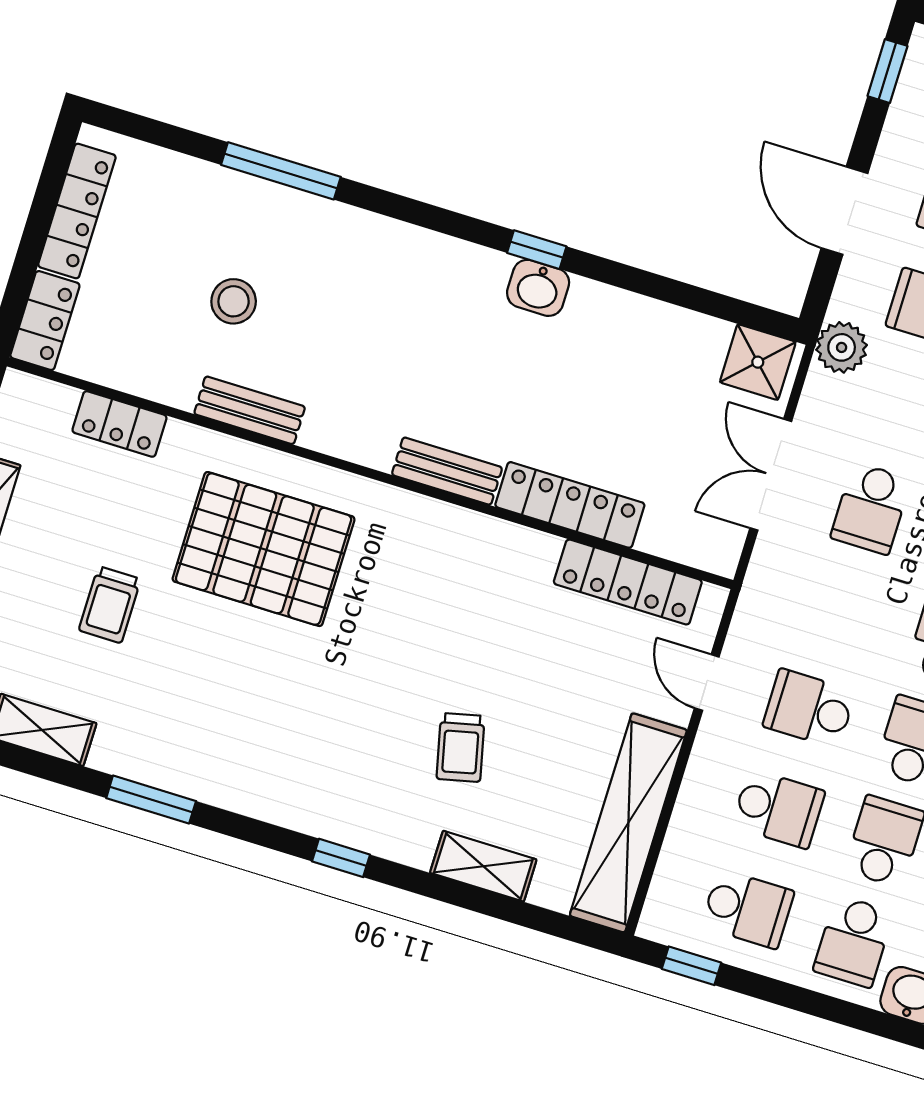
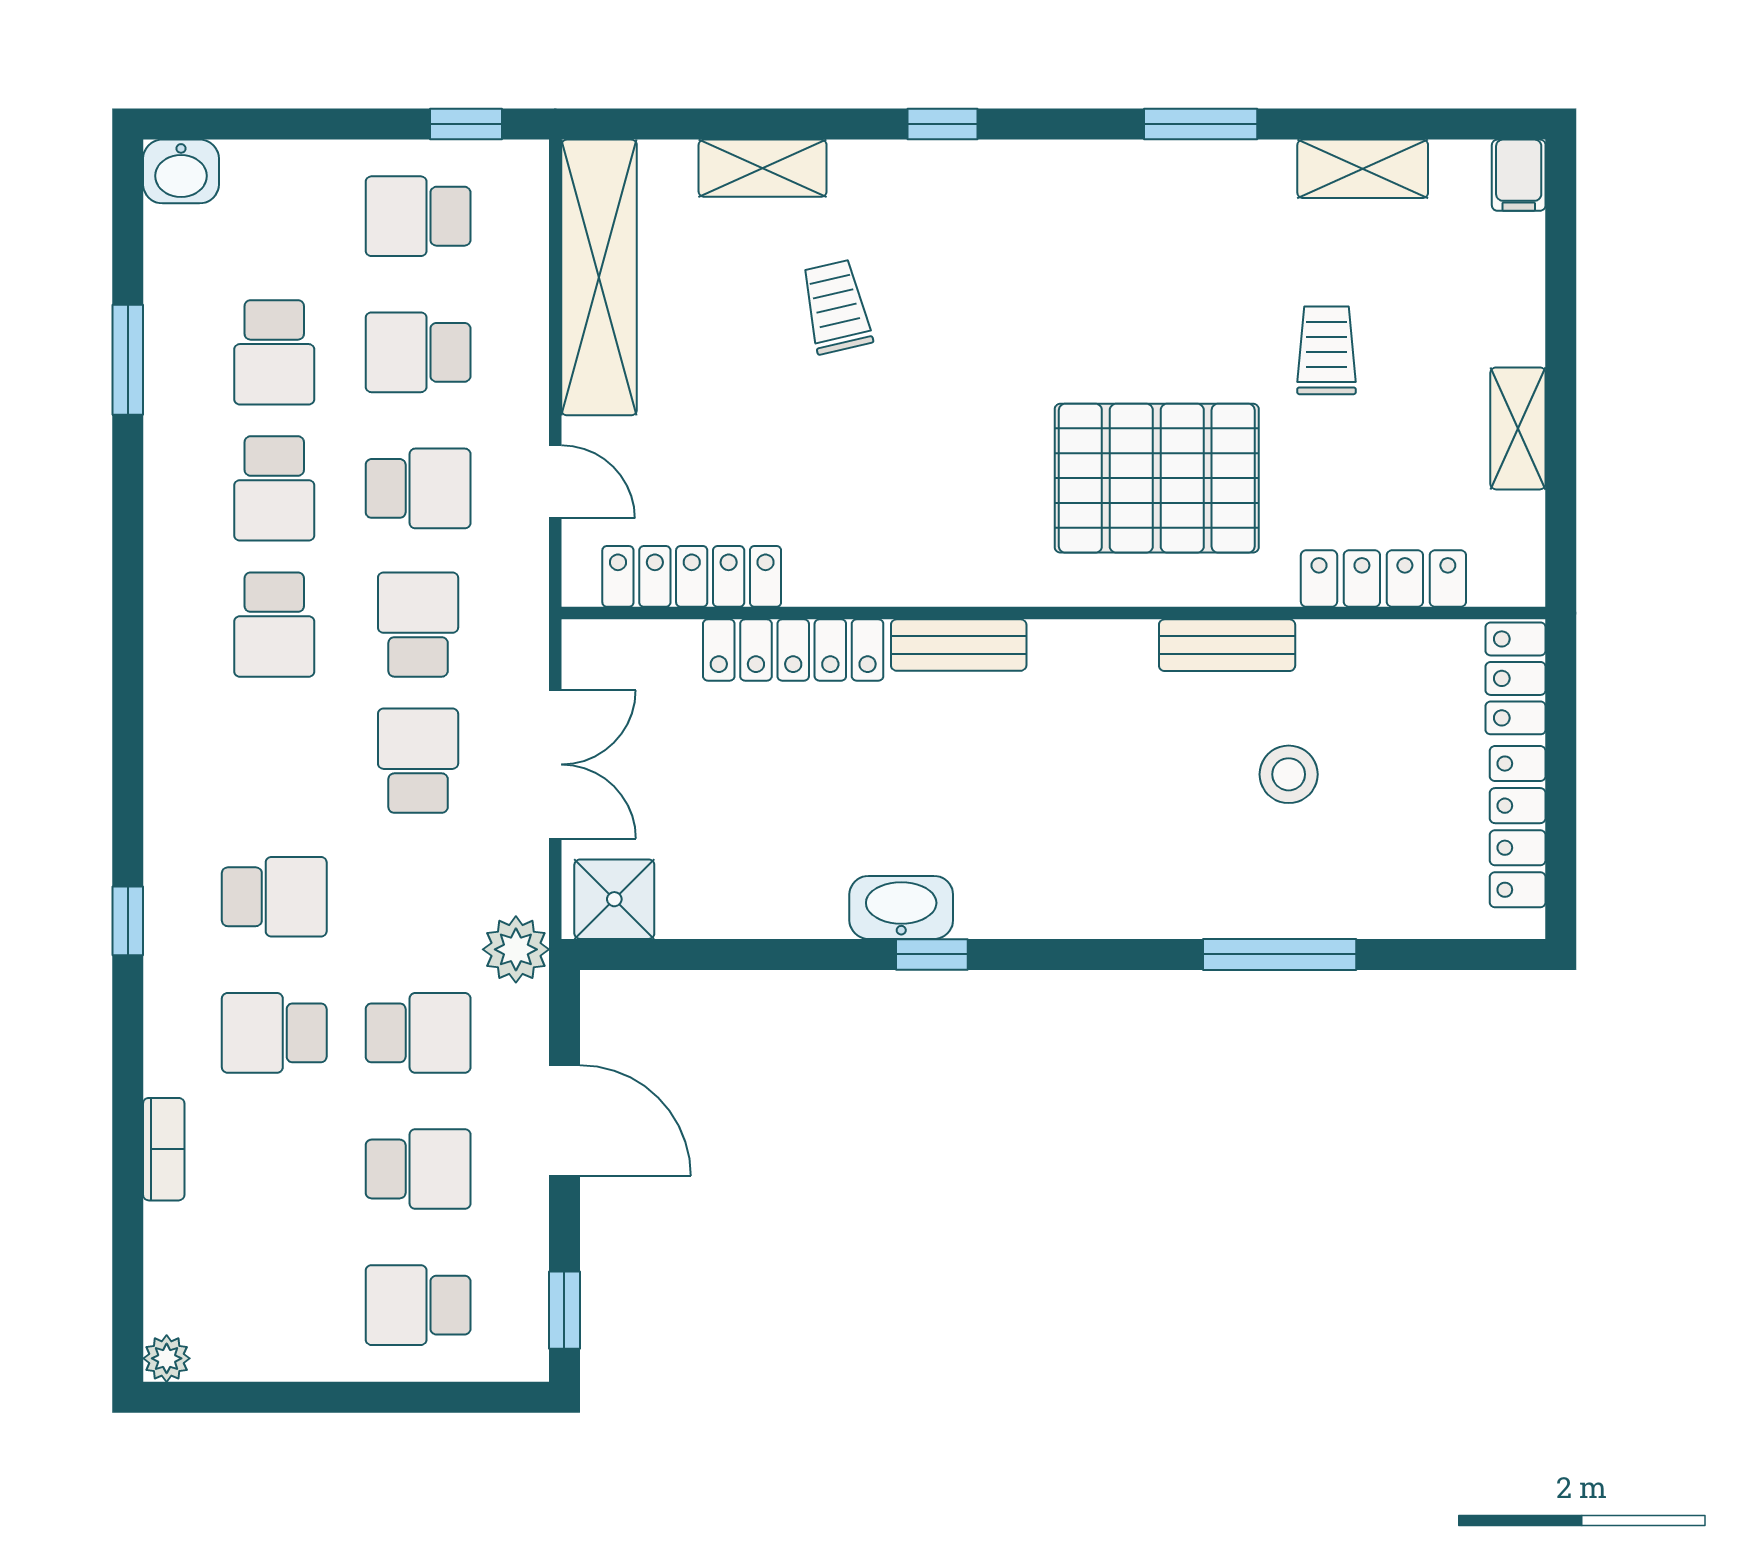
washbasin: (538, 288) -> (901, 907), width x1.38
locker: (119, 424) -> (1383, 578), width x1.53
school desk: (853, 941) -> (418, 625), moved

